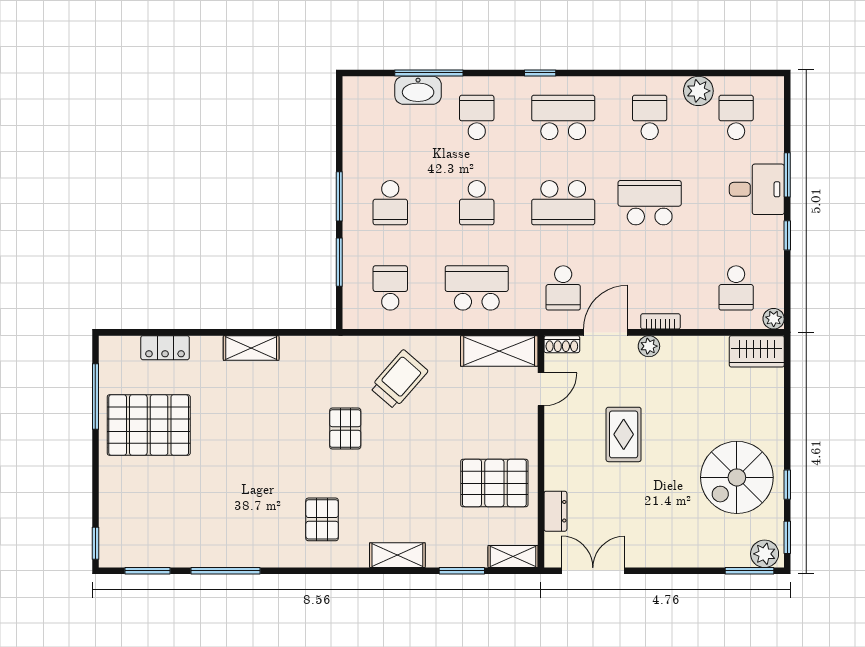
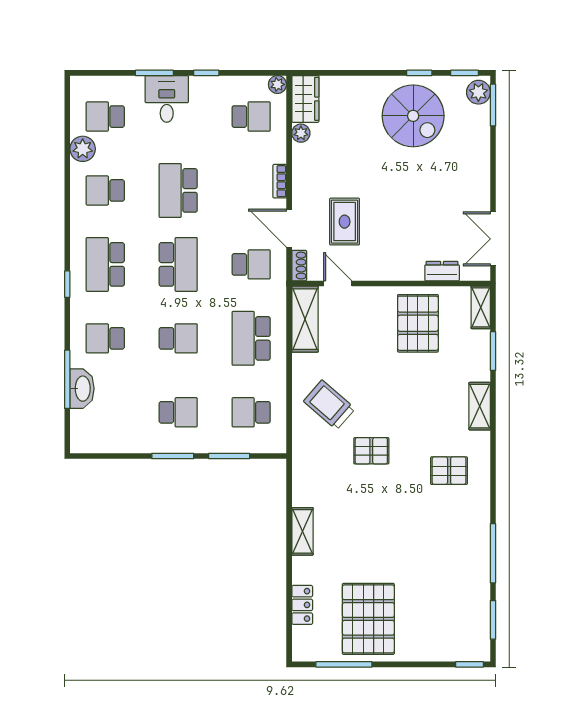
plant: (649, 346) -> (301, 133), moved
rug: (624, 434) -> (345, 222), moved, turned 90

